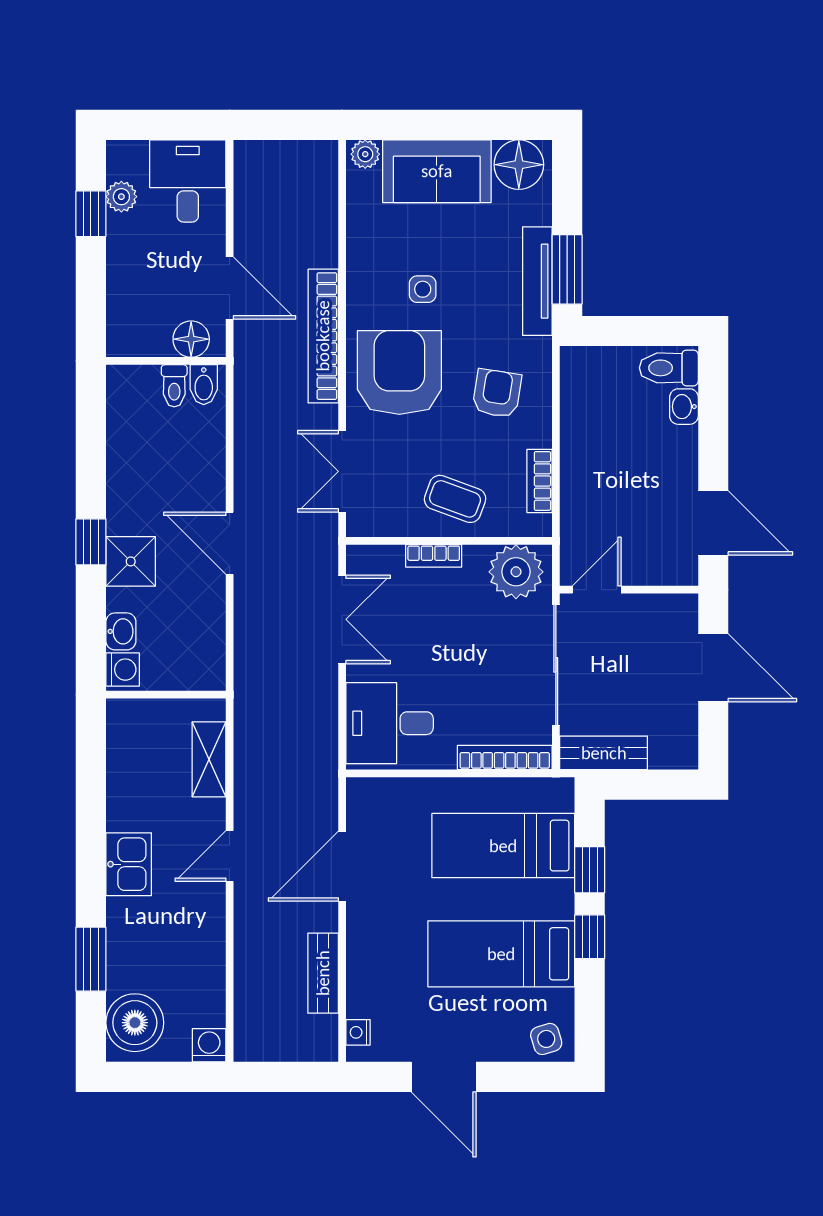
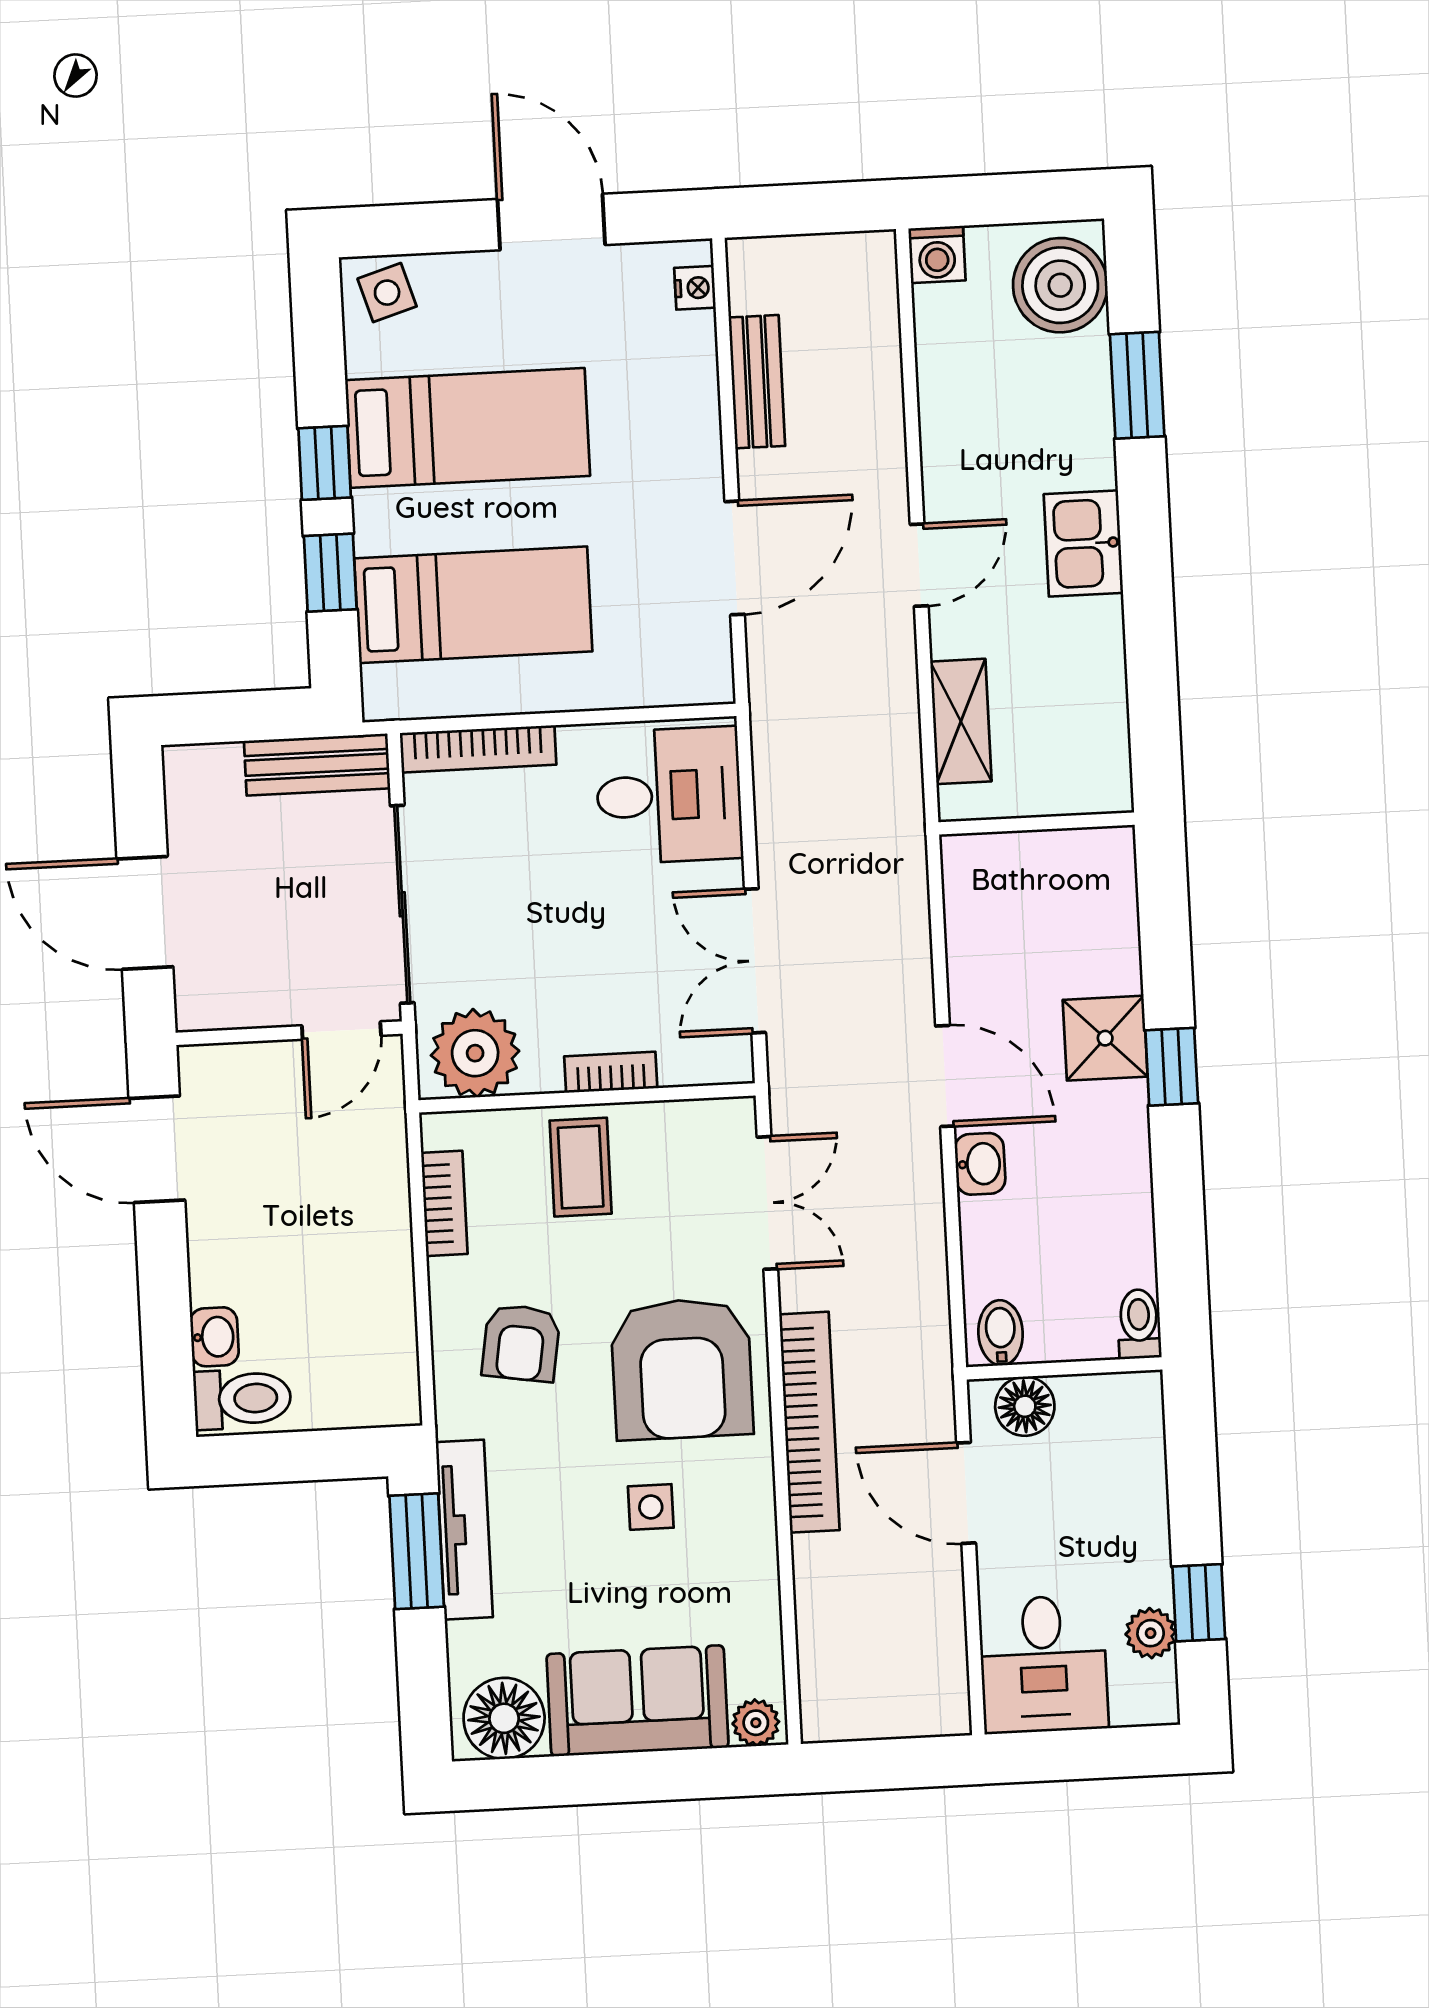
toilet: (174, 386) -> (1139, 1324), moved
coffee table: (455, 499) -> (581, 1167), turned 70
washbasin: (121, 631) -> (980, 1164), moved, turned 180
washing machine: (123, 670) -> (1109, 861), removed

